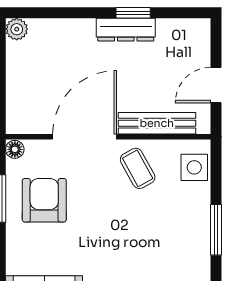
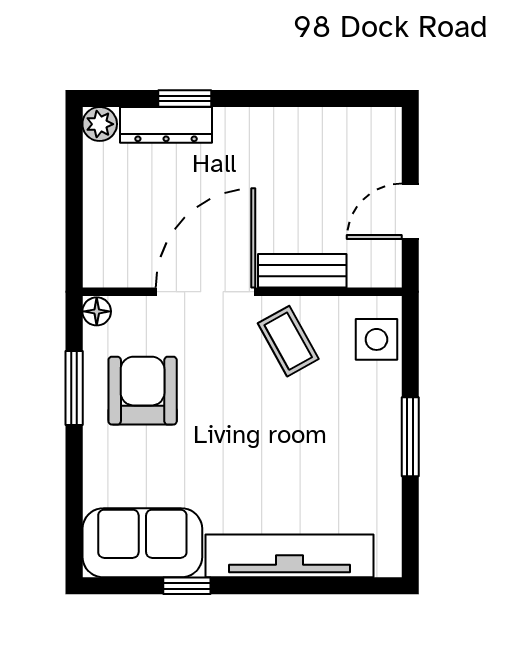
window: (133, 13) -> (185, 98), moved
dresser: (126, 30) -> (166, 125), moved
bench: (157, 123) -> (302, 271), width x0.73

